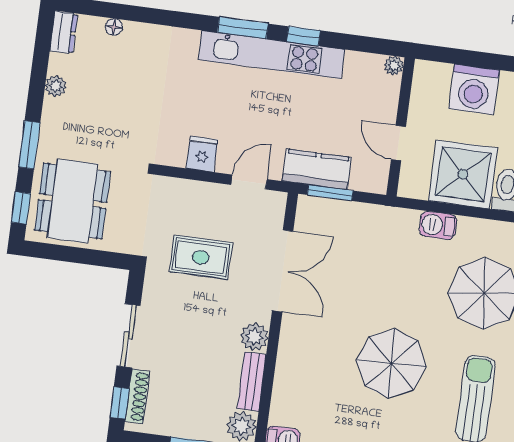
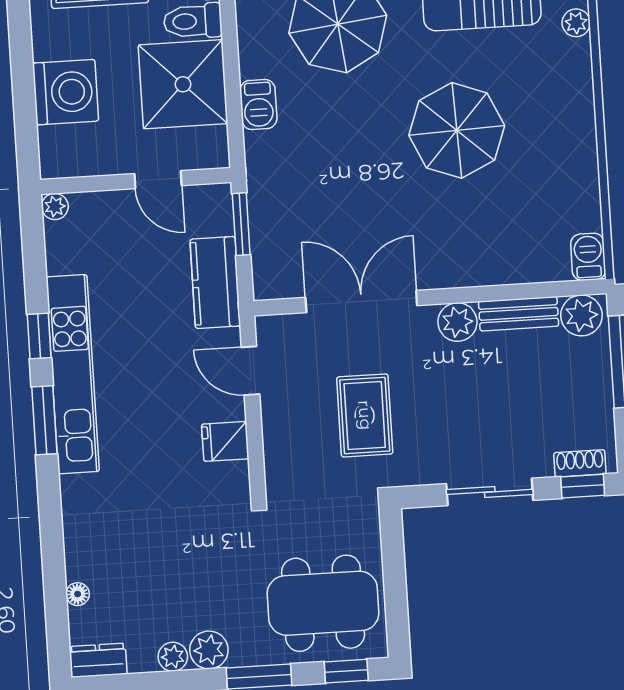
plant: (55, 113) -> (209, 650), added
door: (398, 143) -> (158, 180), hinge flipped
window: (330, 193) -> (241, 224), moved
shoe rack: (137, 396) -> (580, 463), width x0.70

